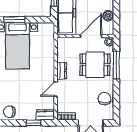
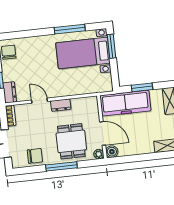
boiler: (108, 16) -> (112, 152), moved
window: (116, 65) -> (61, 166), moved

